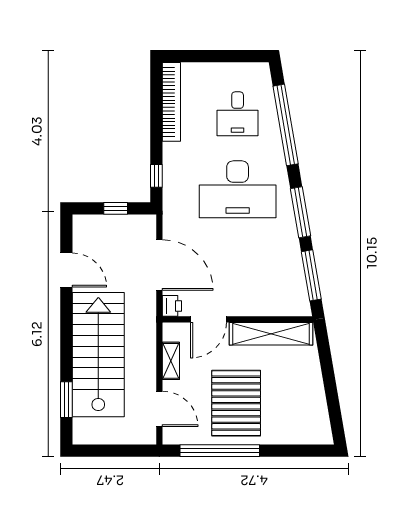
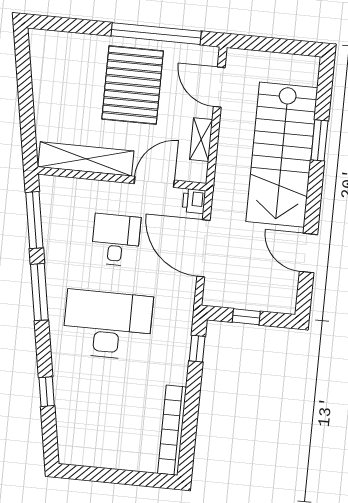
desk: (238, 114) -> (116, 240), moved
window: (286, 125) -> (47, 392), width x0.32
window: (66, 400) -> (319, 140), moved

